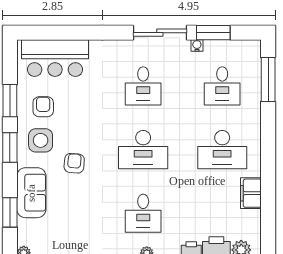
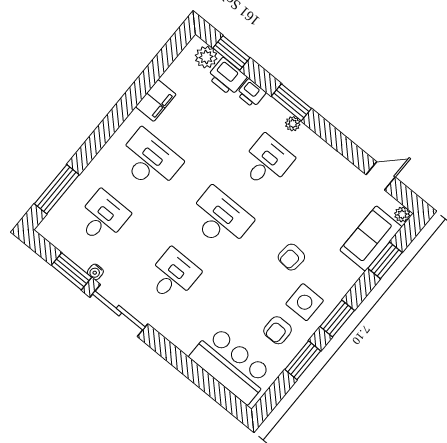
sofa: (31, 193) -> (371, 238), moved

